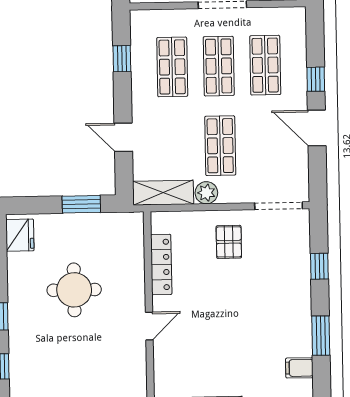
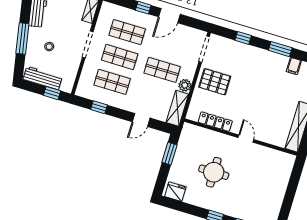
pallet: (229, 242) -> (215, 82), width x1.50, depth x1.42

